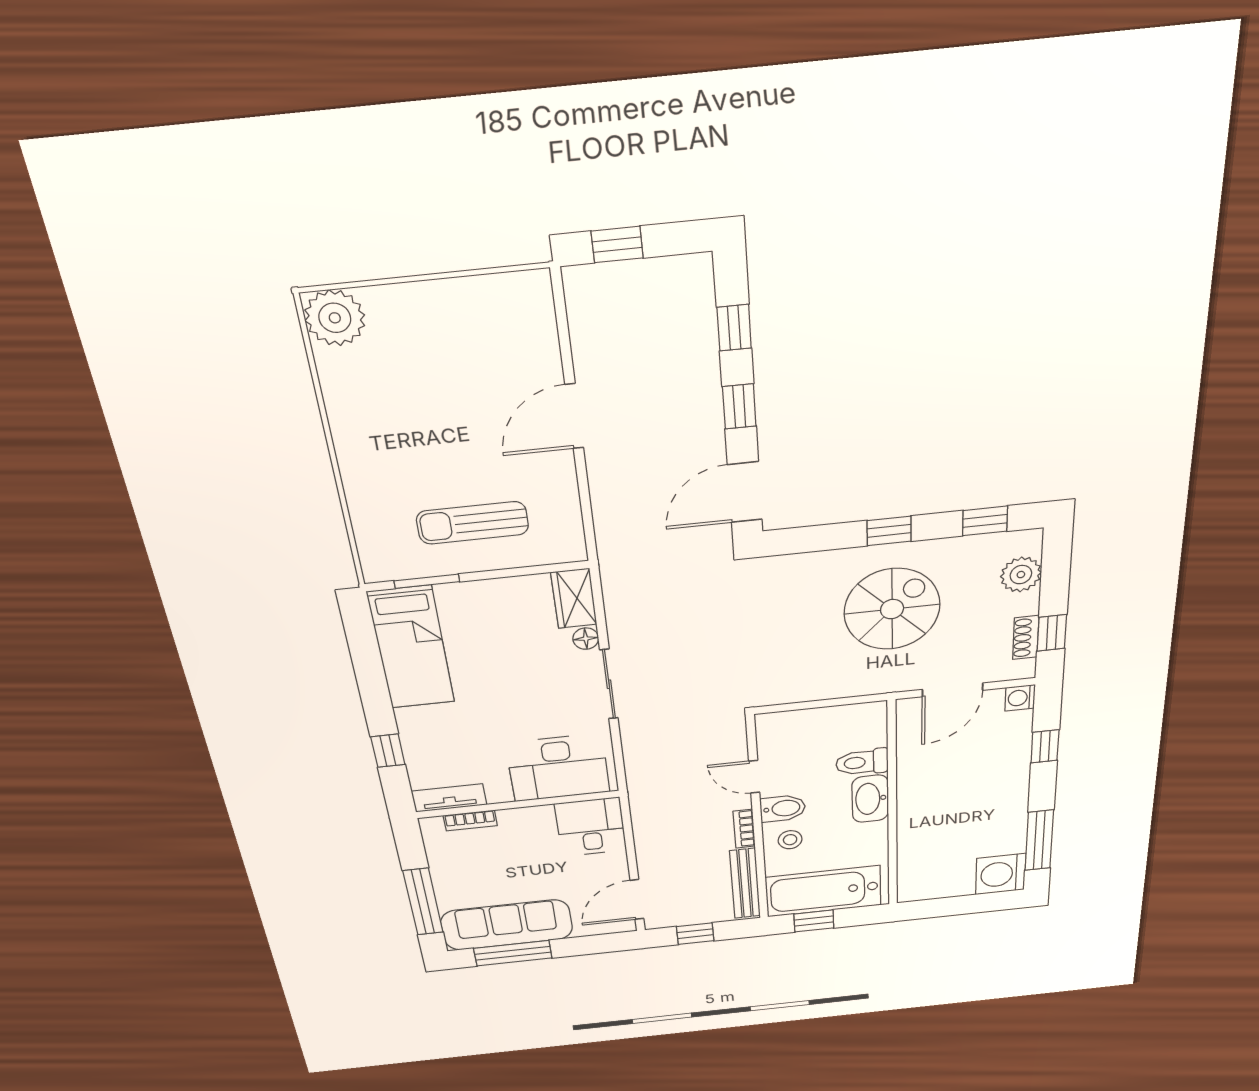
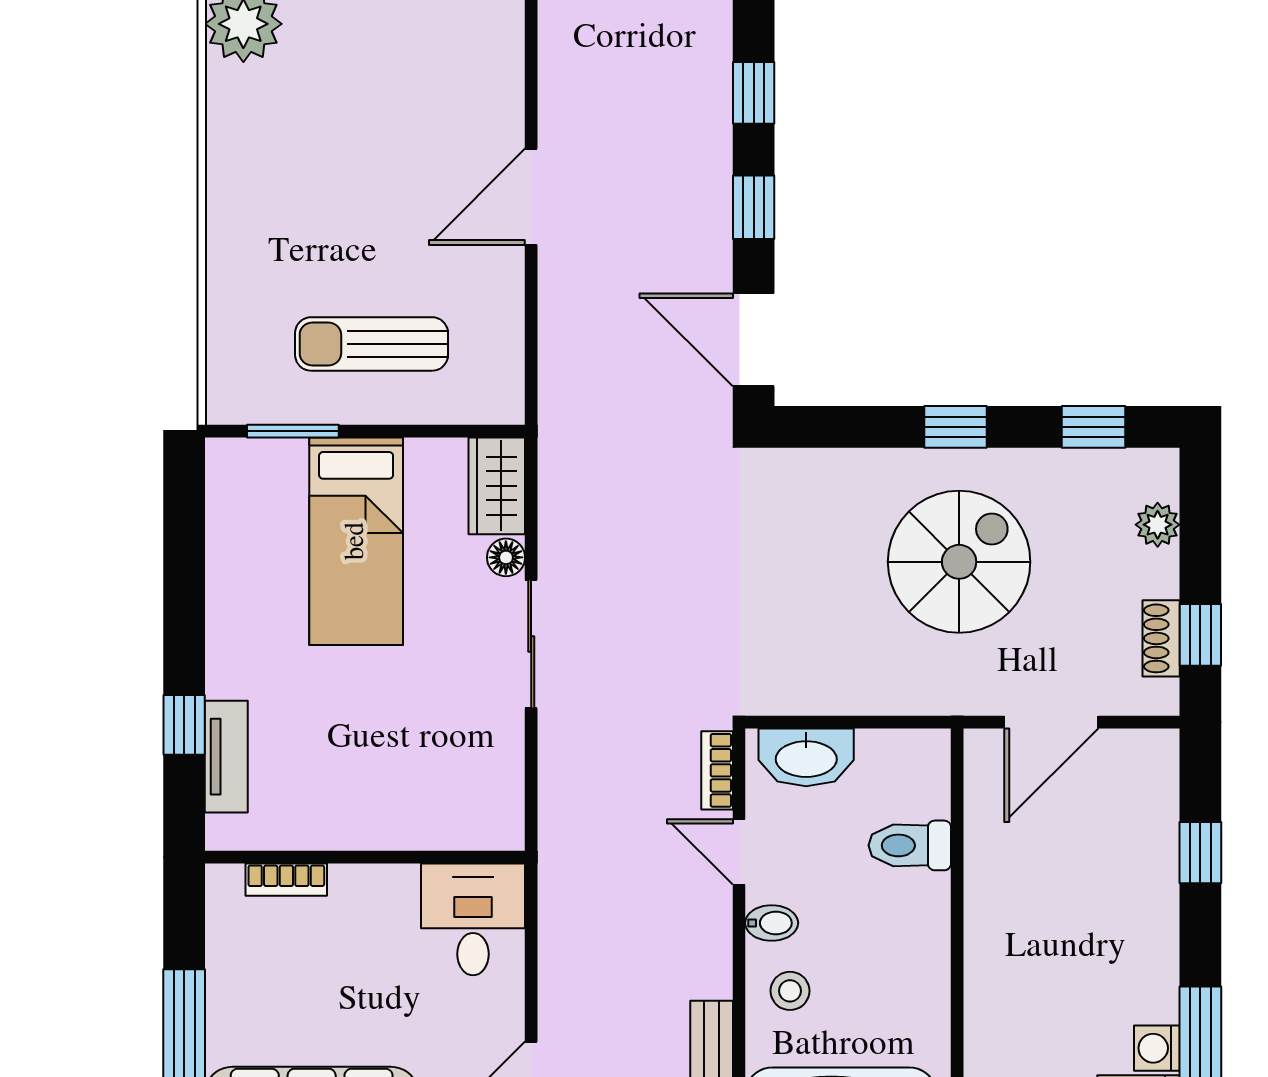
door: (745, 492) -> (754, 340), hinge flipped
plant: (1021, 575) -> (1158, 525), width x0.73, depth x0.73
bed: (411, 648) -> (356, 541), moved
washing machine: (1020, 698) -> (1157, 1048), moved
desk: (558, 768) -> (436, 792), removed
tv unit: (449, 798) -> (226, 757), moved, turned 90
washbasin: (870, 799) -> (806, 757), moved, turned -90
bidet: (783, 808) -> (772, 923), width x0.72, depth x0.74
bookcase: (744, 829) -> (717, 770), moved

